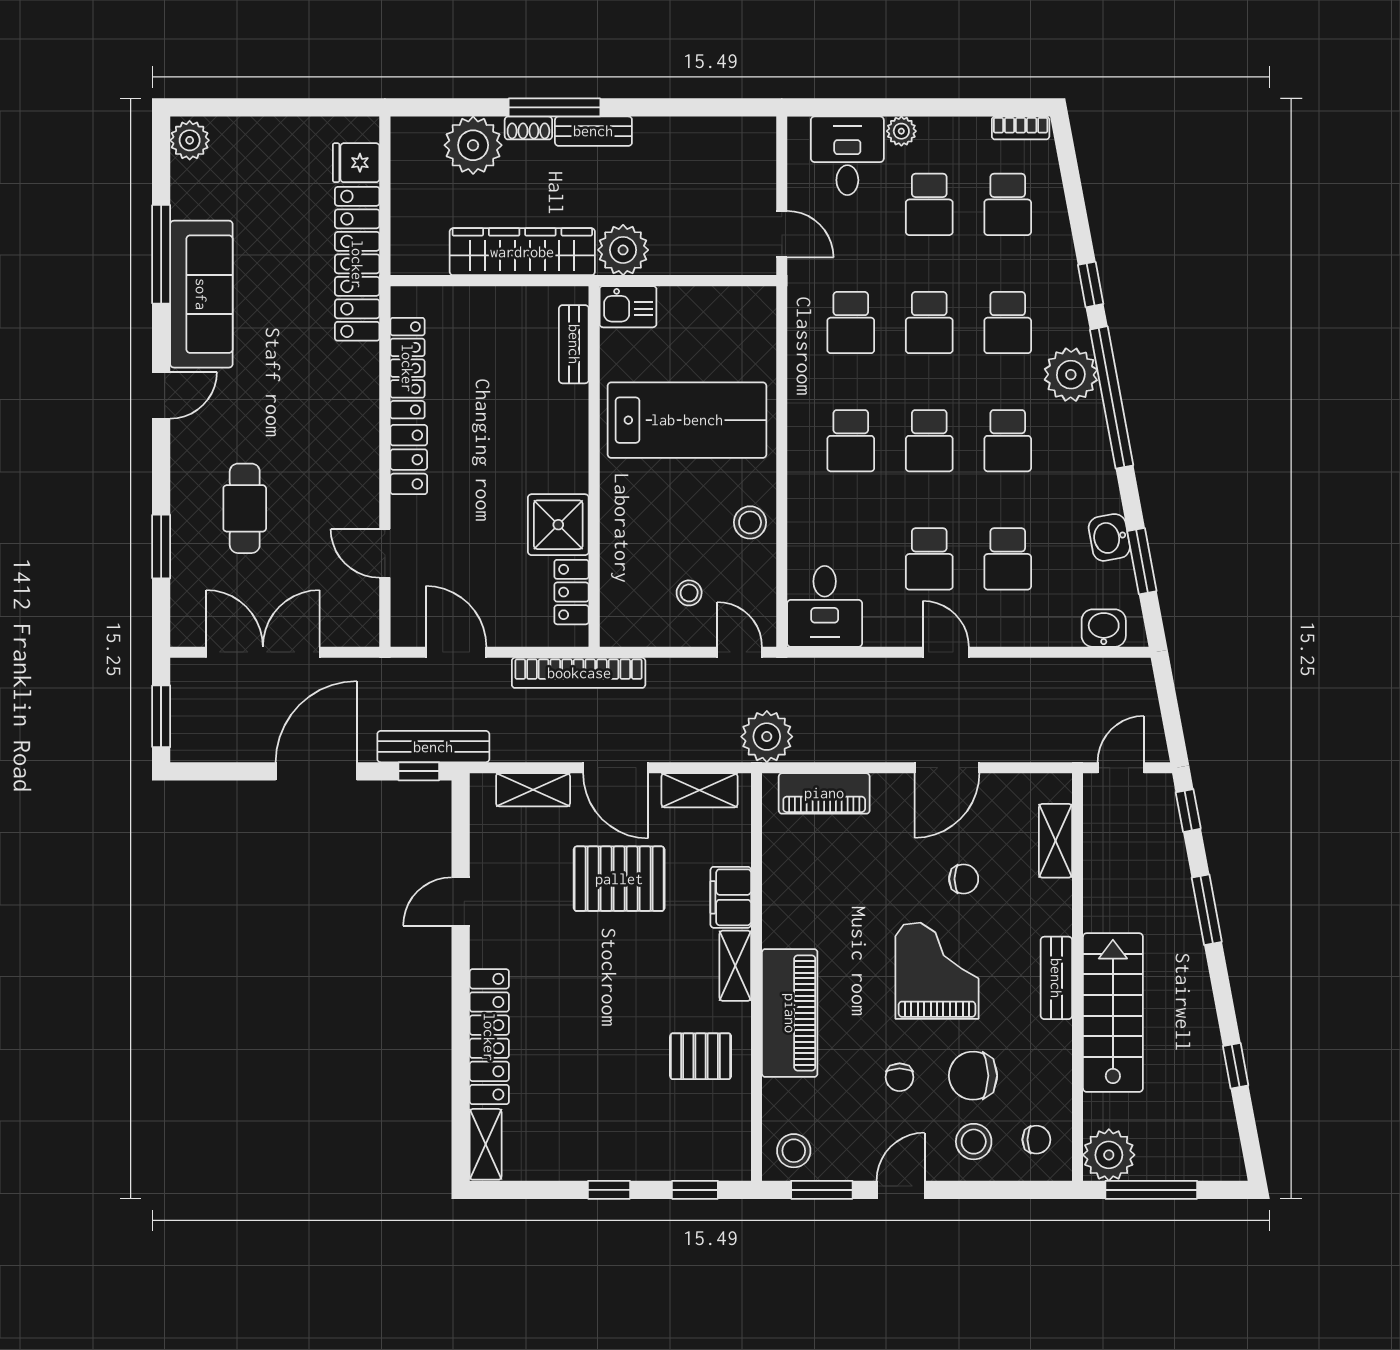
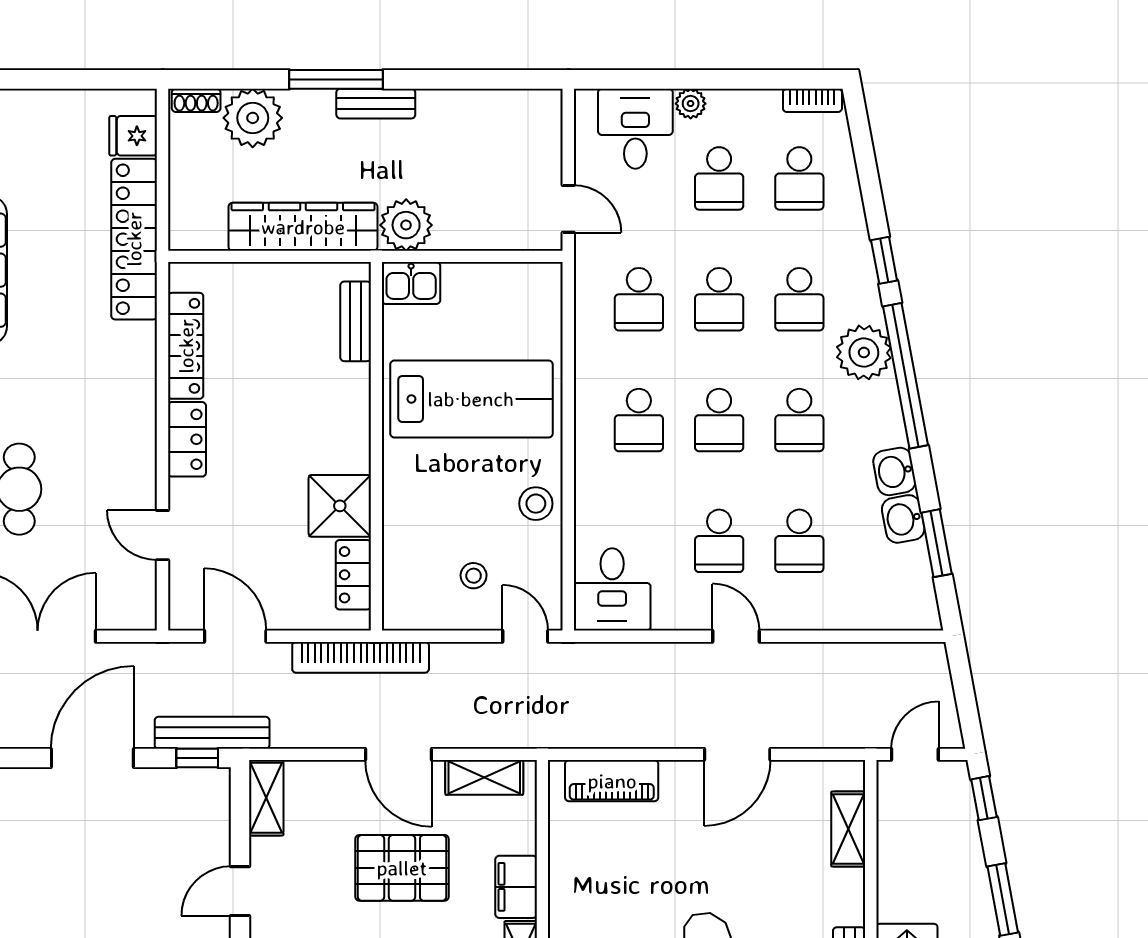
shoe rack: (528, 128) -> (196, 100), moved
washbasin: (1104, 628) -> (894, 471), moved, turned -101
plant: (767, 737) -> (553, 723), removed
shelving: (533, 790) -> (266, 798), moved, turned 90
chair: (964, 879) -> (754, 868), removed

